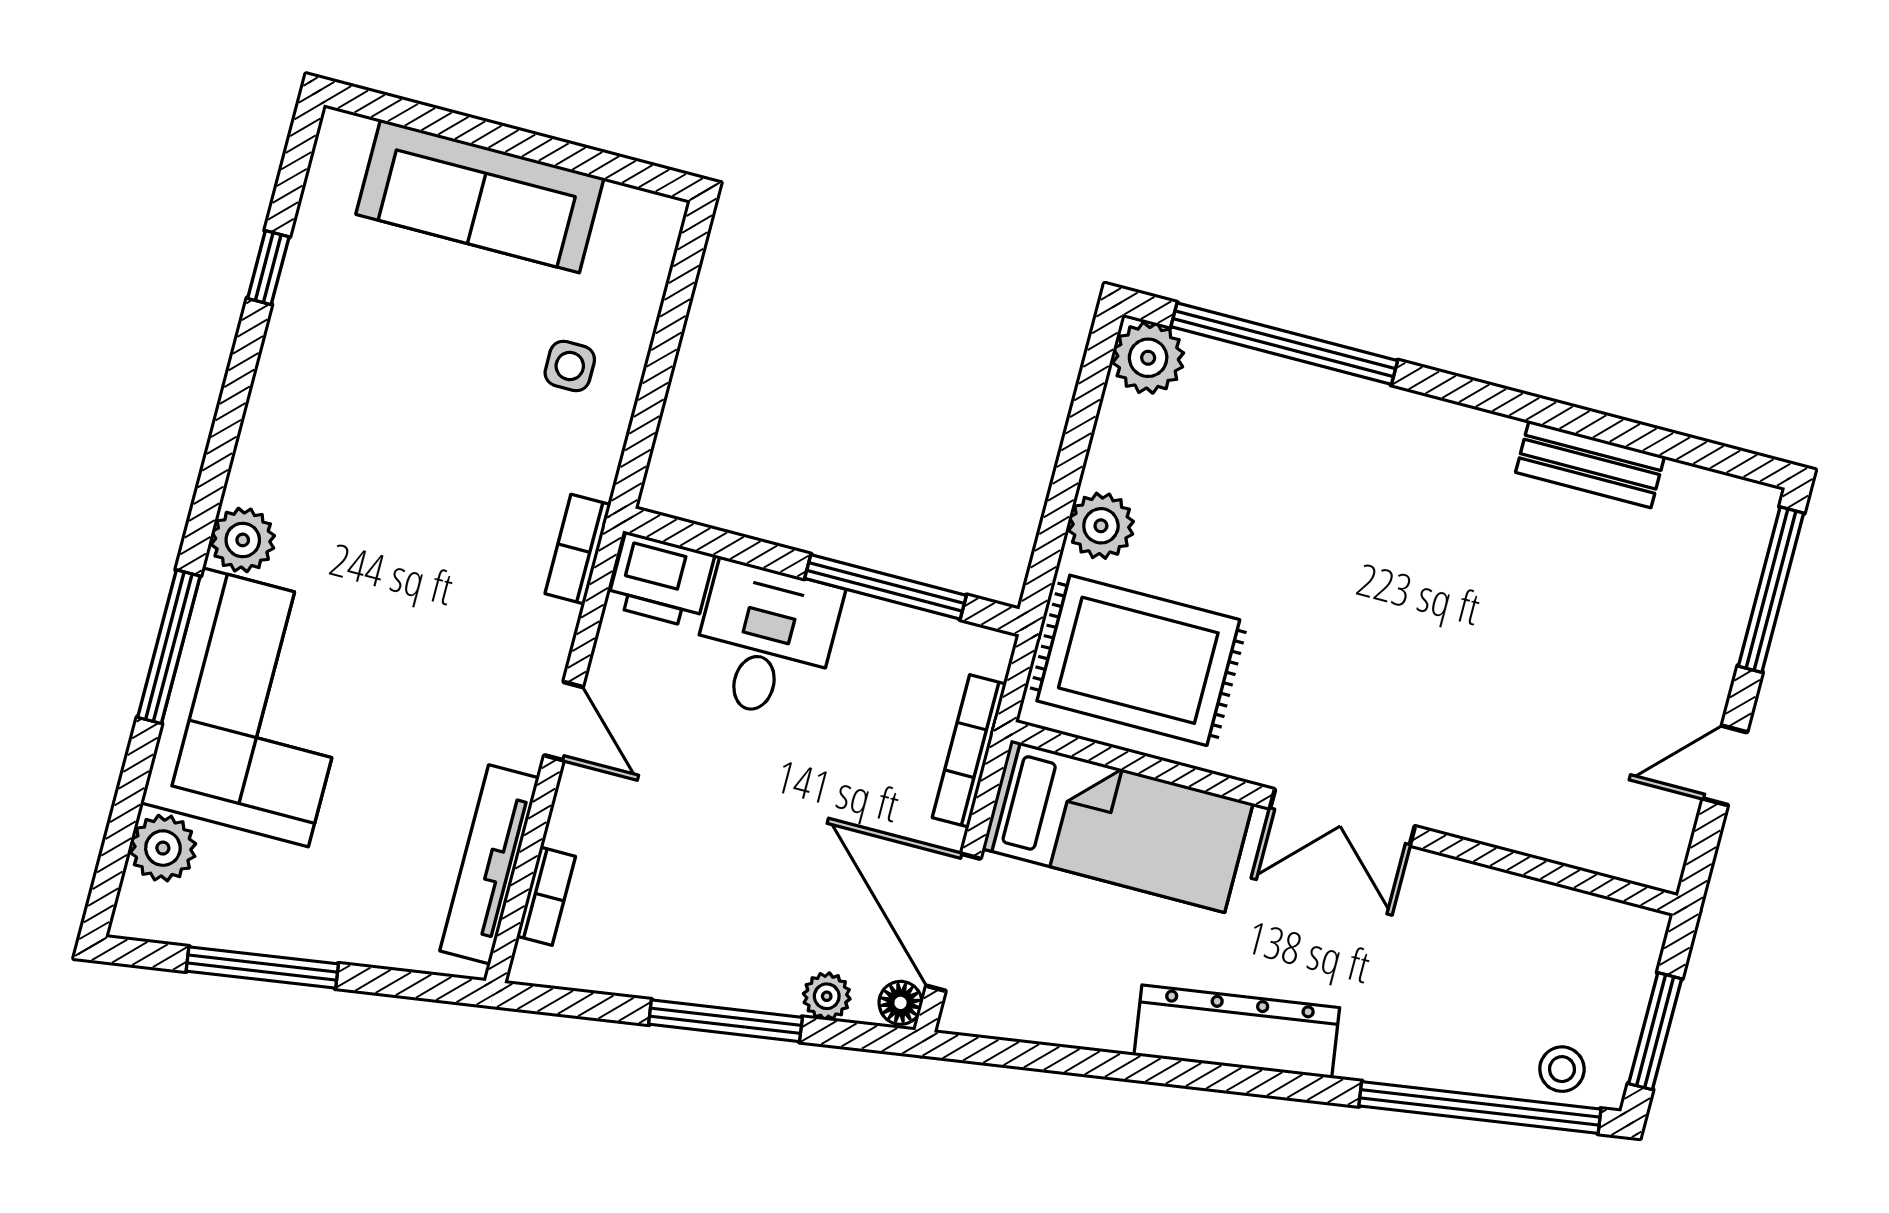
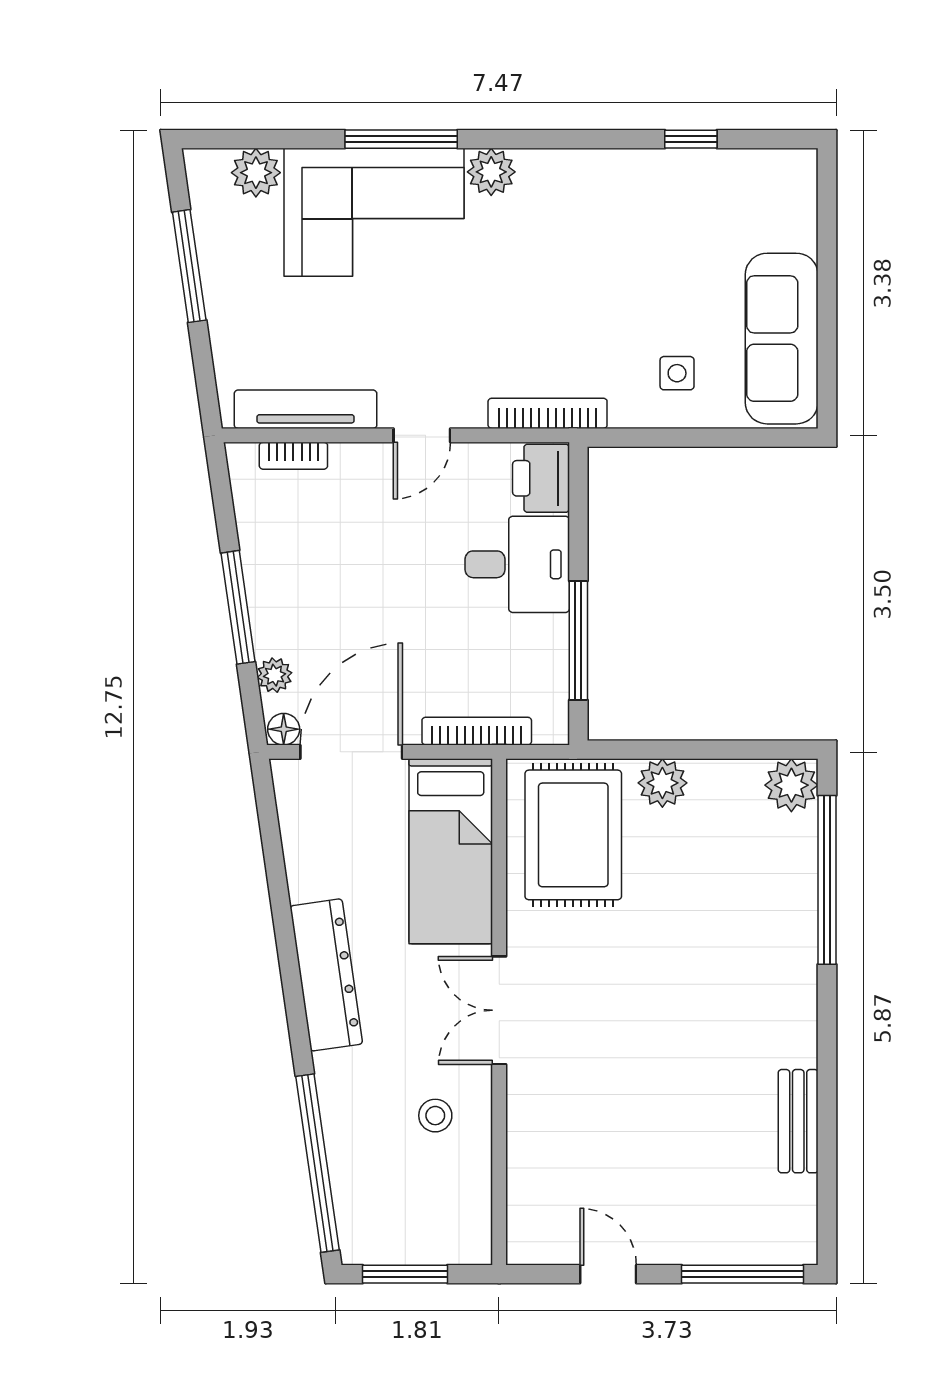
sofa: (480, 196) -> (782, 339), moved
bookcase: (578, 549) -> (548, 413), width x1.56
stool: (1562, 1069) -> (435, 1116), moved

